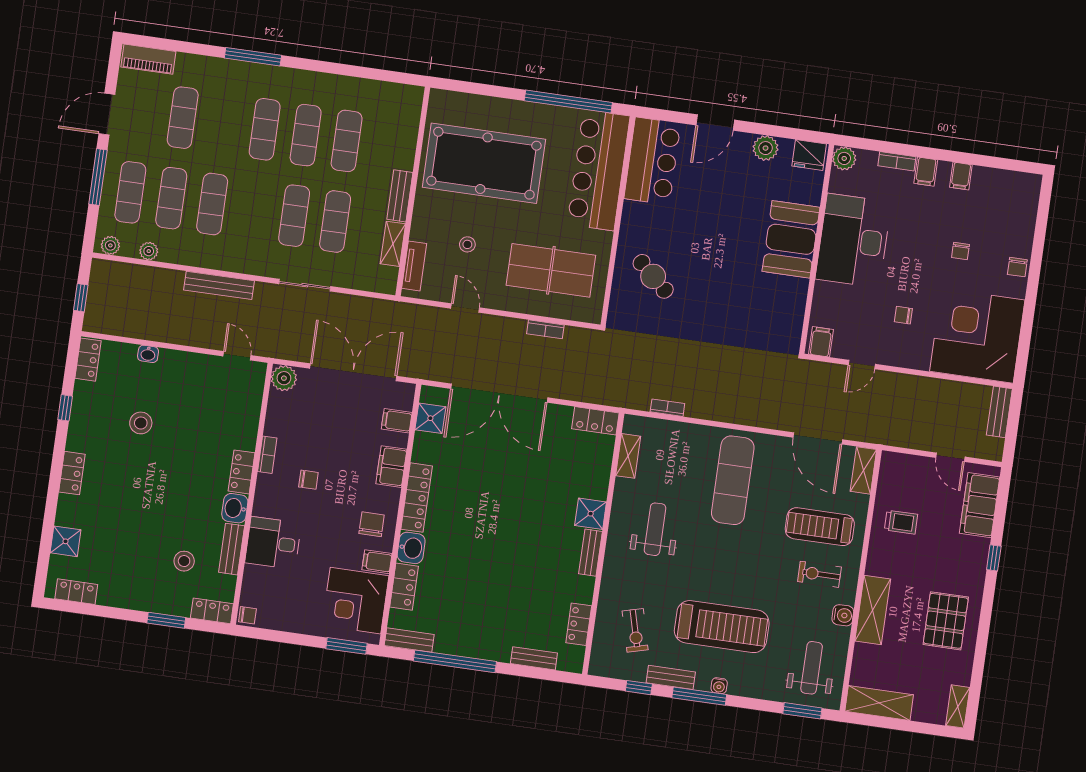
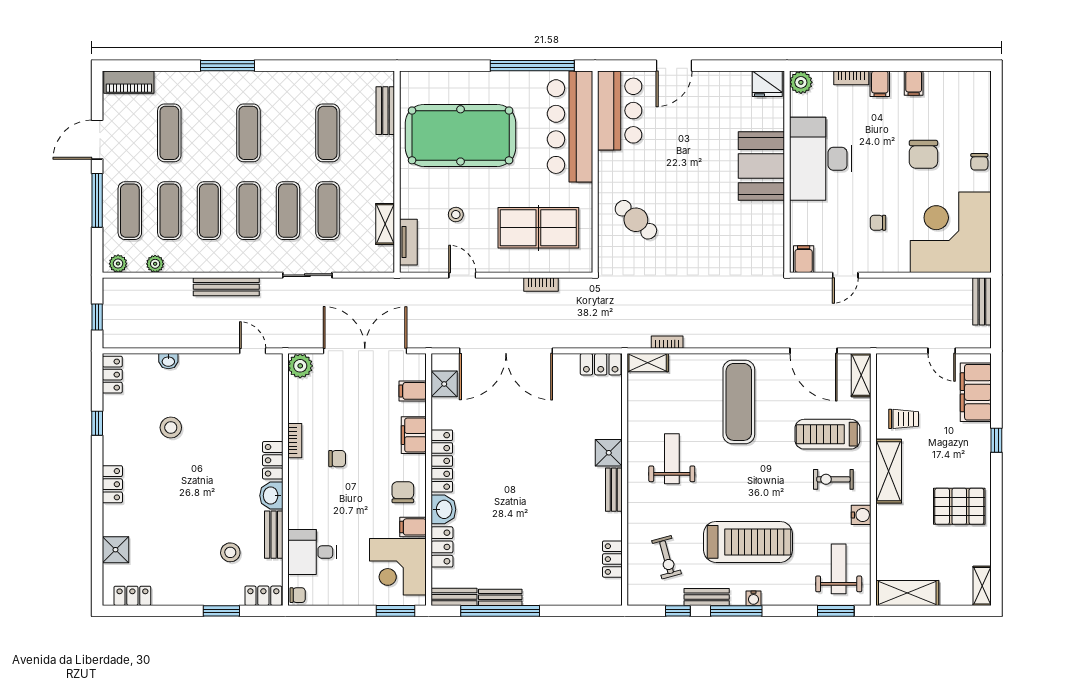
exercise mat: (306, 135) -> (248, 211), moved
plant: (766, 148) -> (725, 83), removed
bench: (400, 196) -> (385, 111), moved
chair: (960, 251) -> (923, 154), width x1.87, depth x1.87
shelving: (628, 456) -> (648, 363), moved, turned 90
desk: (273, 543) -> (312, 552), moved
shelving: (873, 610) -> (889, 471), moved
pallet: (946, 621) -> (959, 506), turned 90
bench: (534, 658) -> (500, 597), moved

